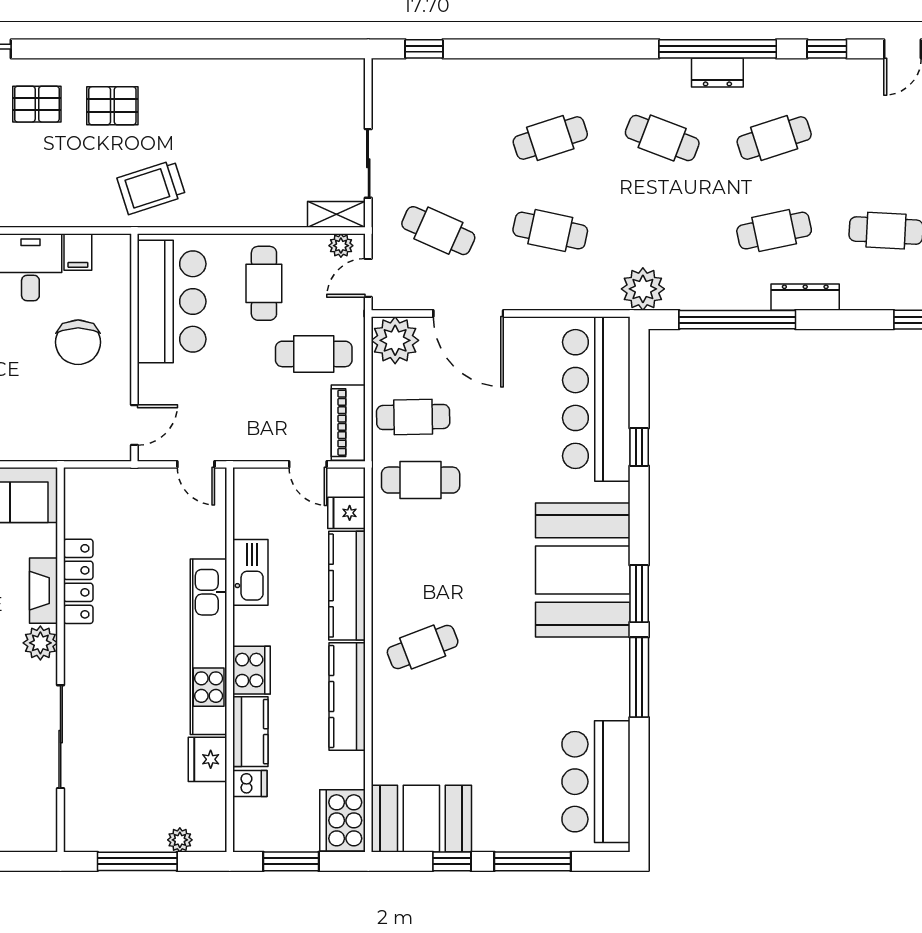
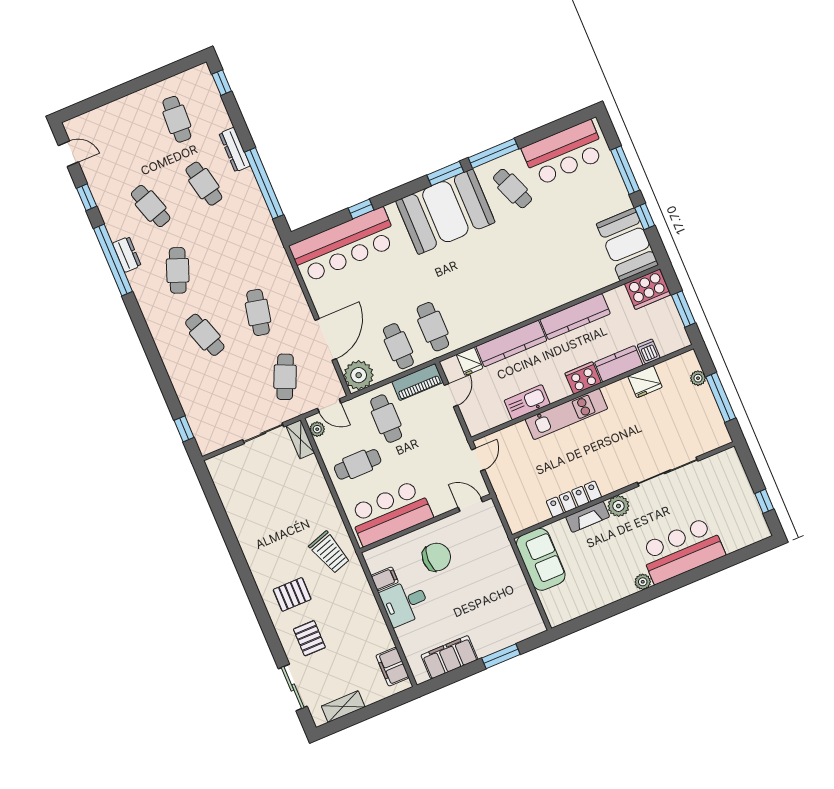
pallet: (112, 106) -> (292, 594), turned 90
plant: (643, 289) -> (269, 245), removed
kitchen unit: (209, 647) -> (566, 414), width x0.73
cafe table: (423, 647) -> (513, 189), moved

